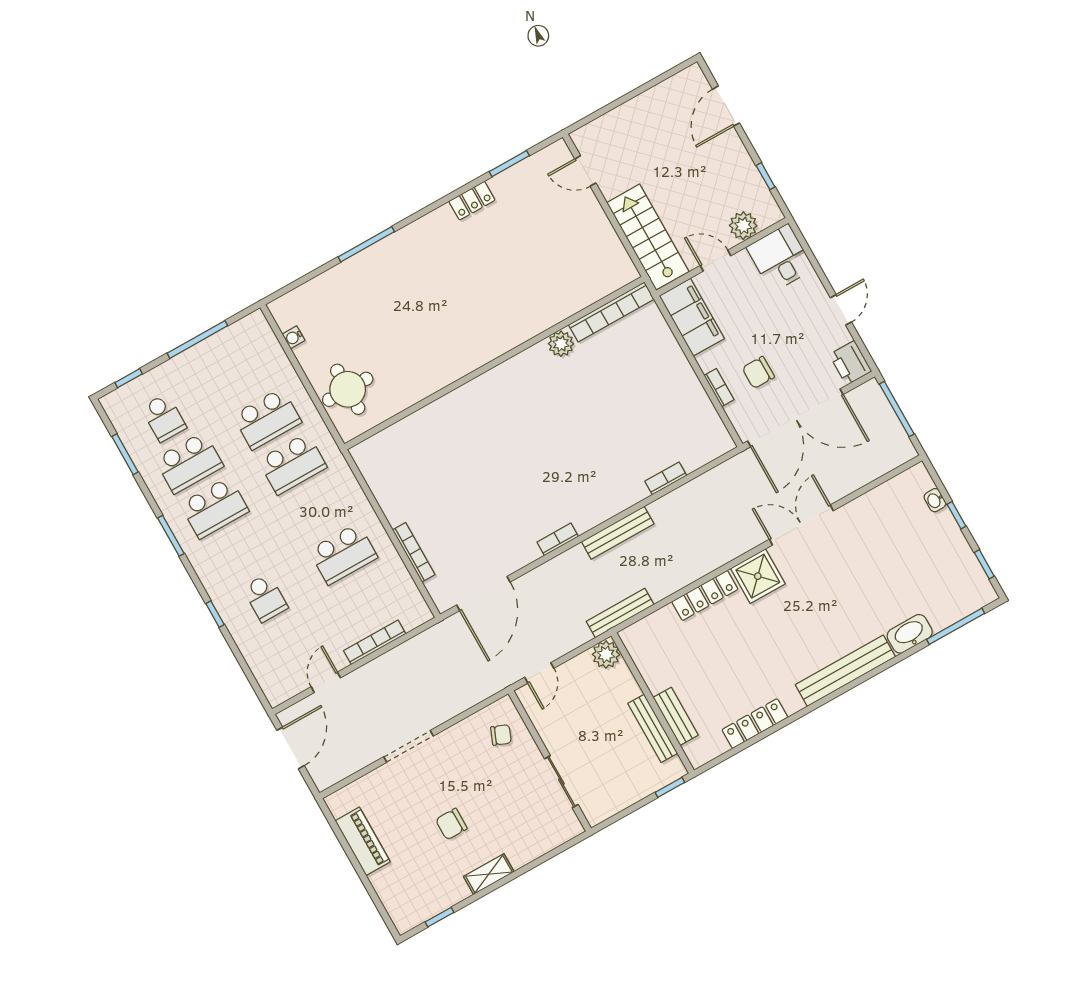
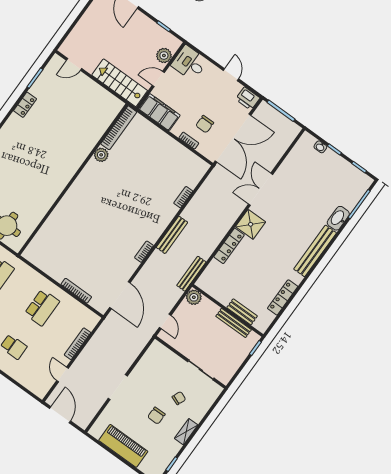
chair: (501, 735) -> (179, 398), moved
piano: (363, 841) -> (123, 446), width x1.37, depth x1.33

